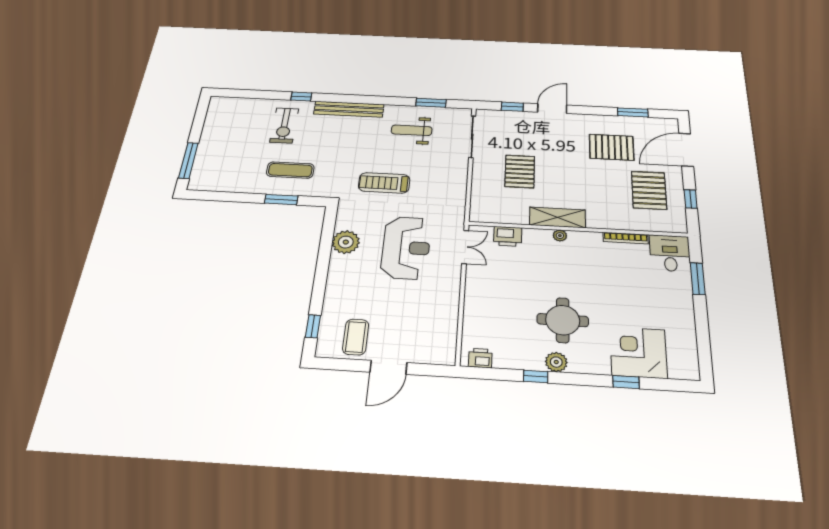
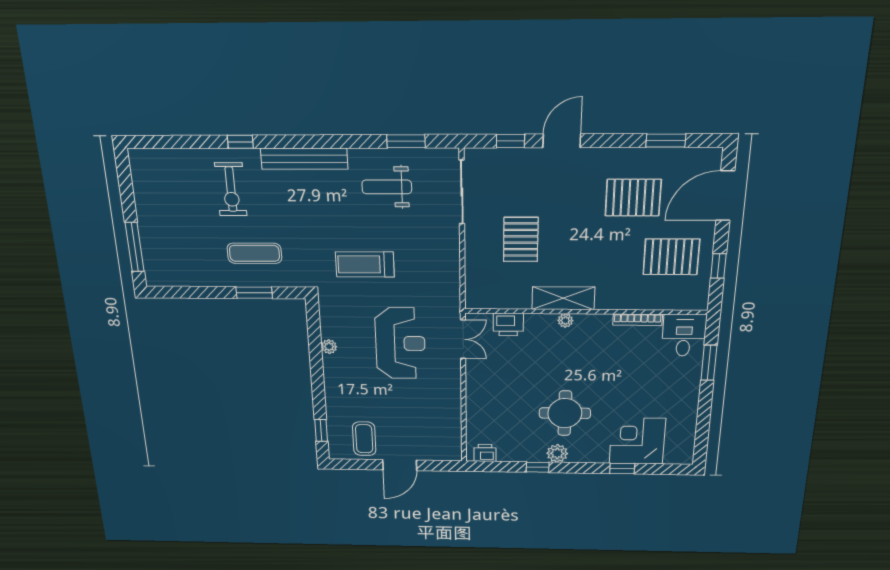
pallet: (649, 190) -> (671, 257), turned 90
plant: (346, 242) -> (329, 347), width x0.53, depth x0.53

